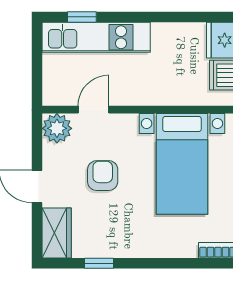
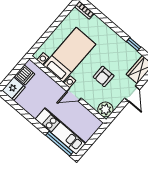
window: (82, 17) -> (59, 144), width x2.17
door: (94, 110) -> (74, 95), moved

